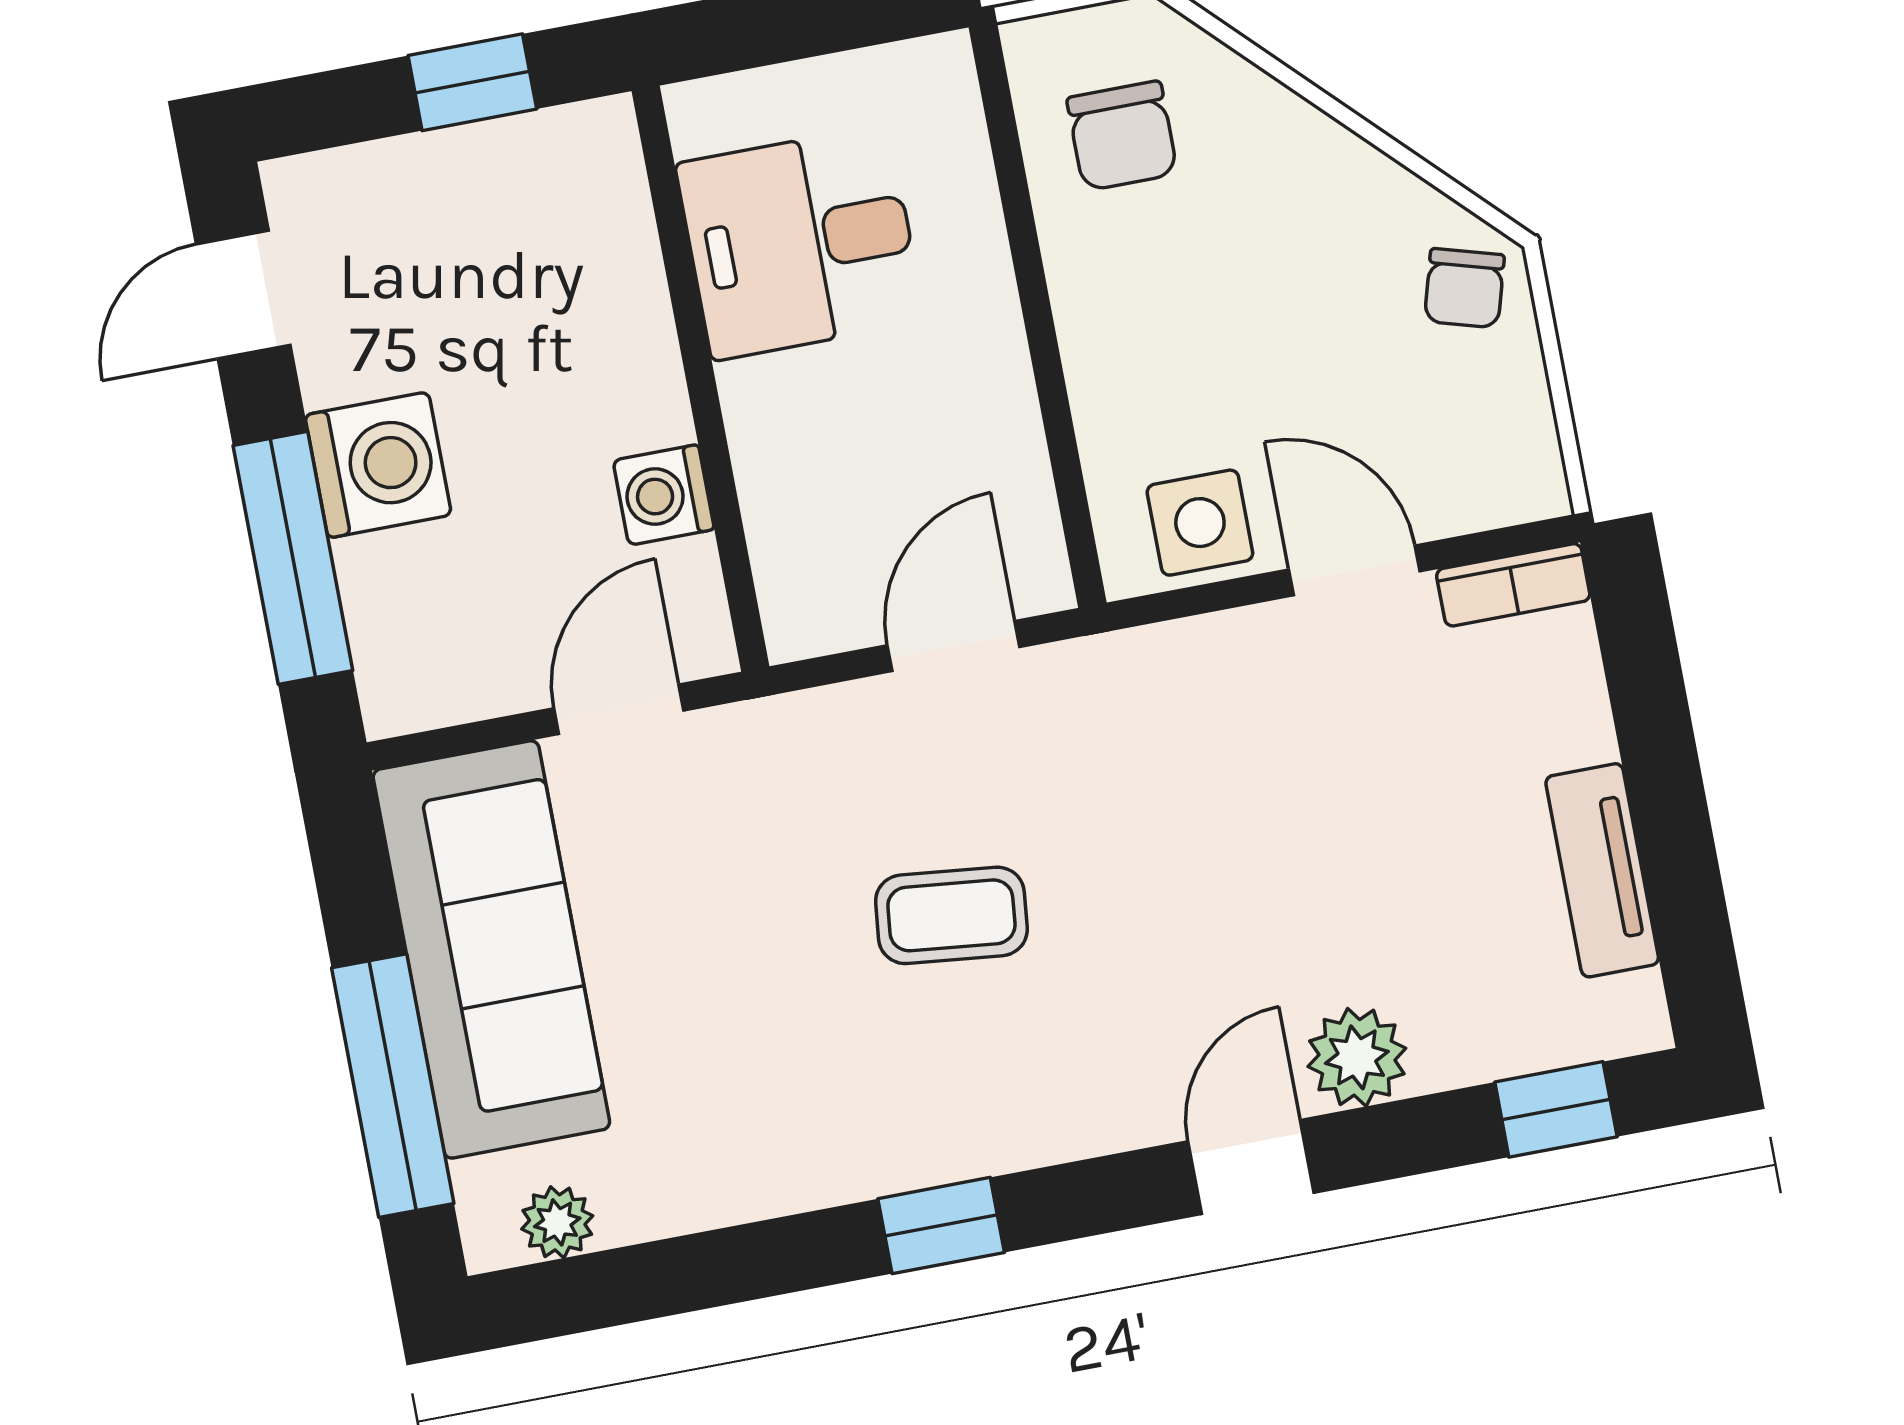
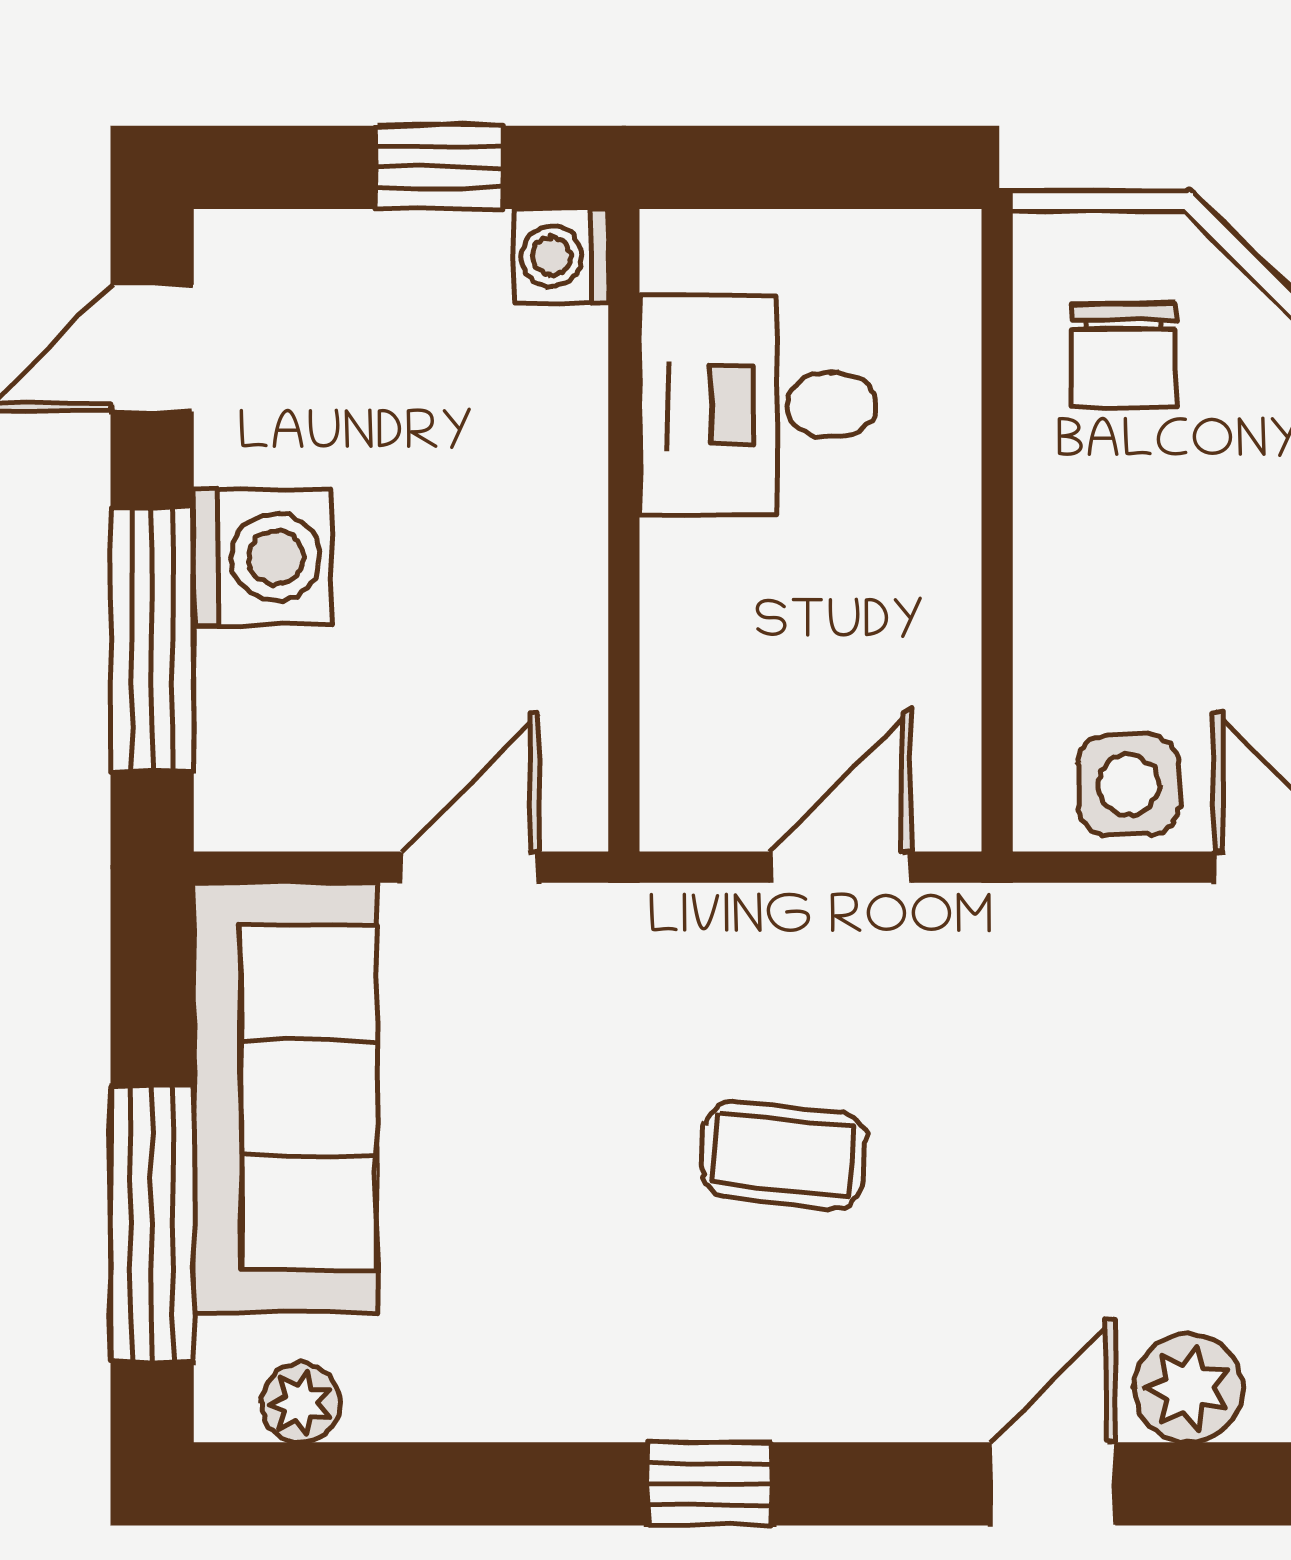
washing machine: (664, 495) -> (561, 256), moved

